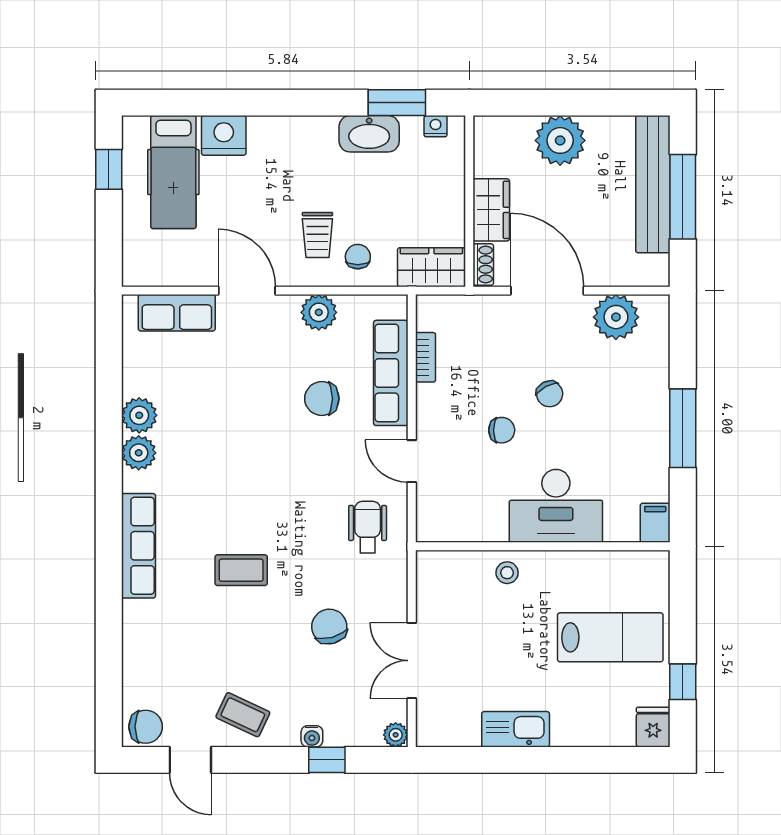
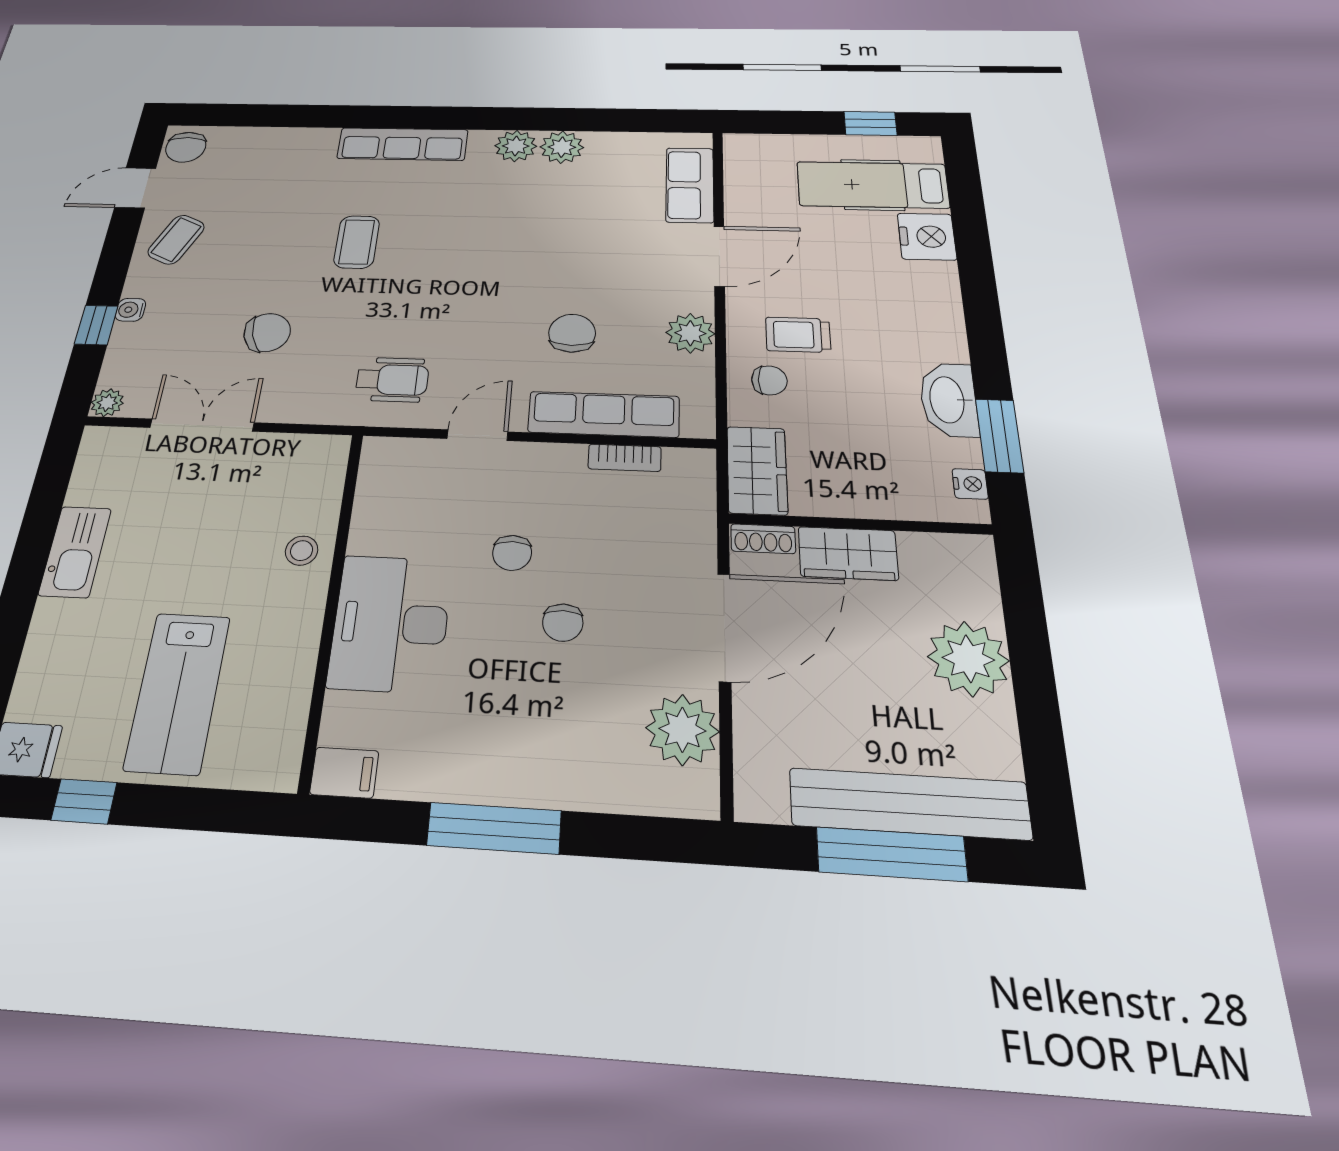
chair: (550, 394) -> (563, 623), turned -62

